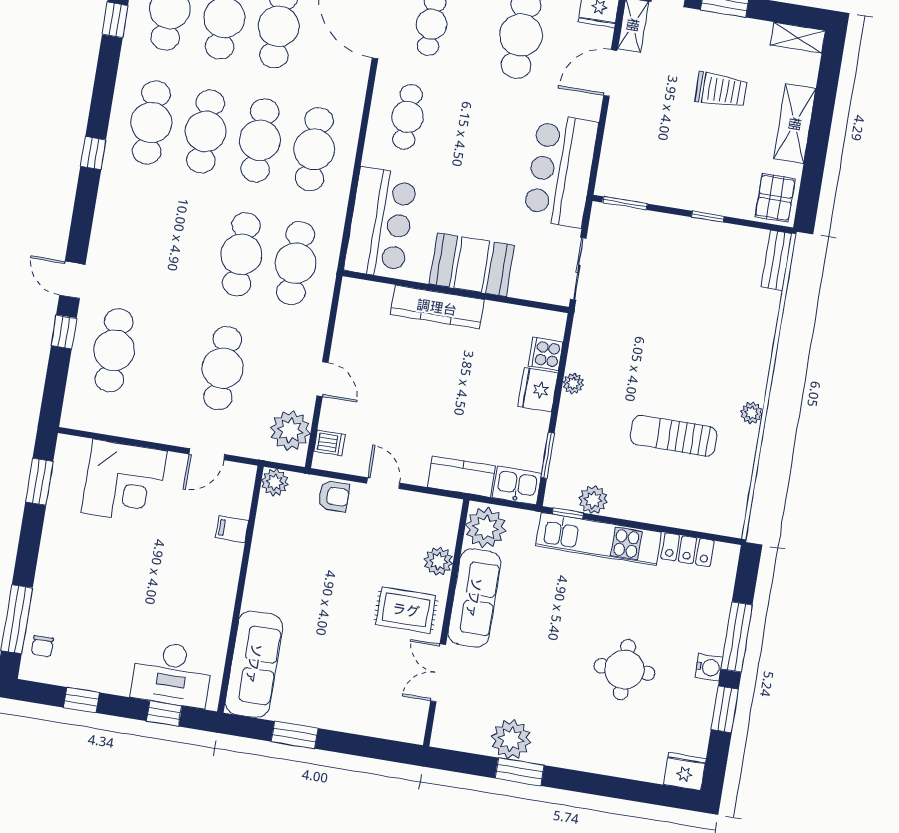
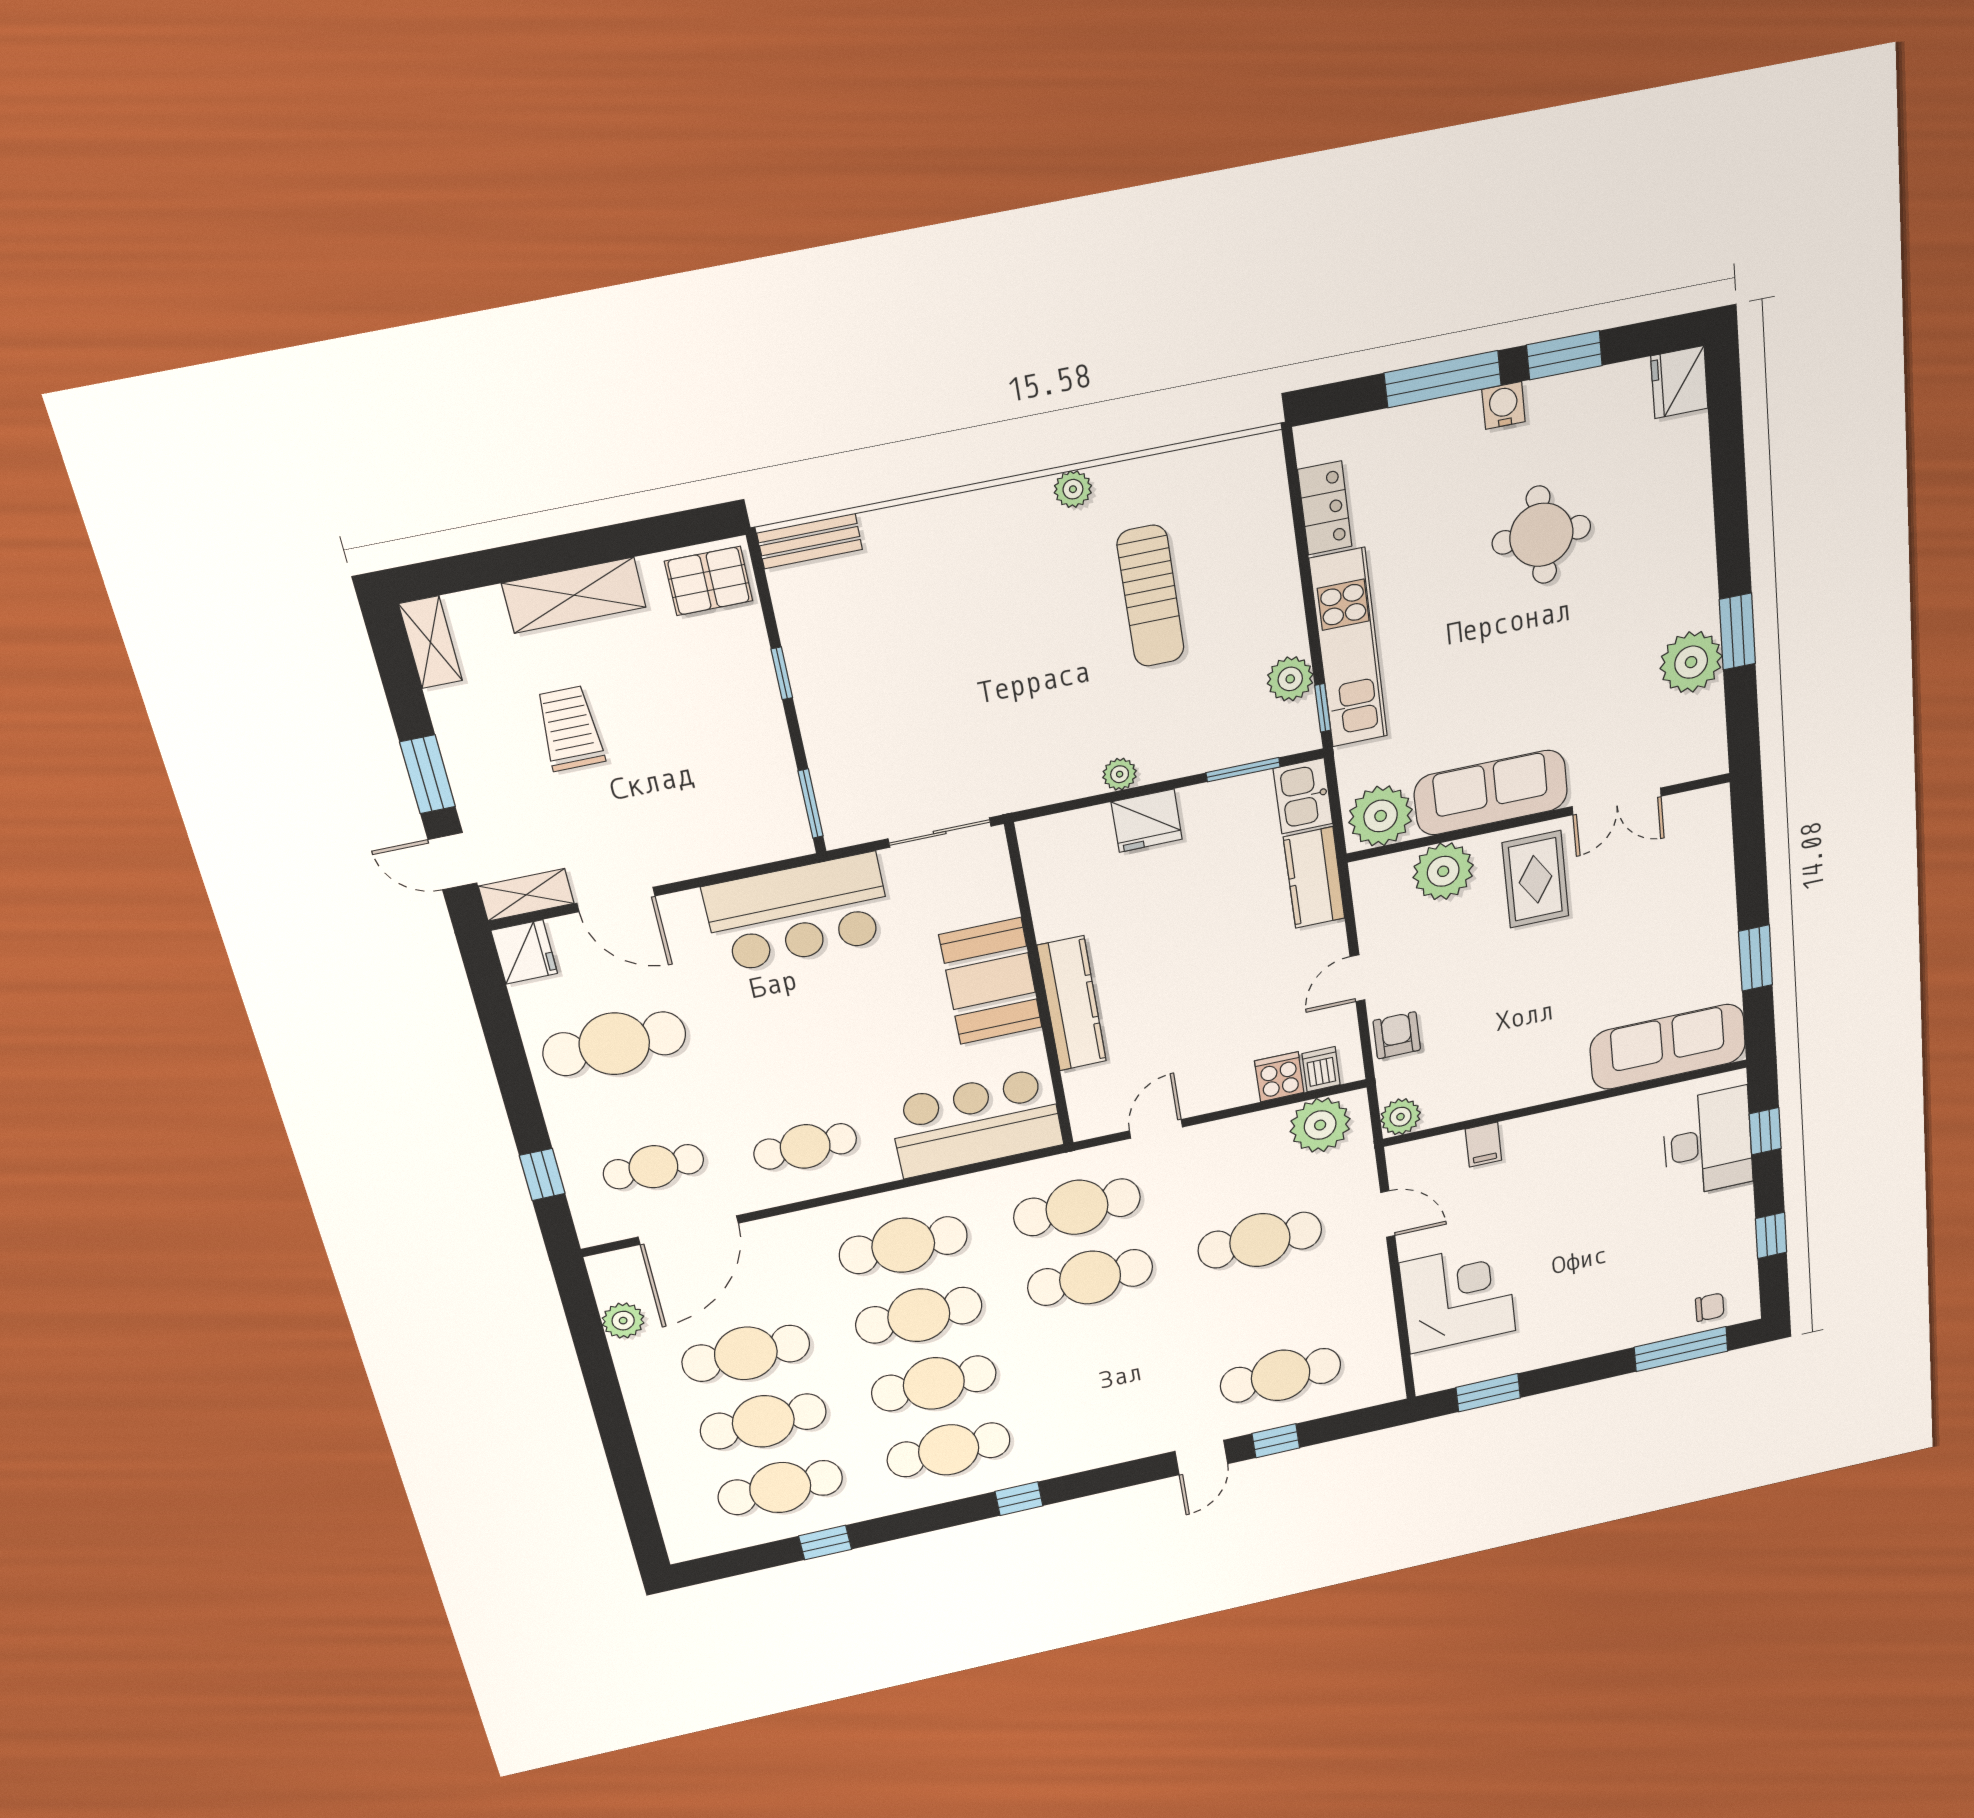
cooker: (546, 354) -> (1279, 1077), moved, turned 180
door: (322, 379) -> (1156, 1129), moved
plant: (438, 561) -> (1443, 871), width x1.36, depth x1.36

